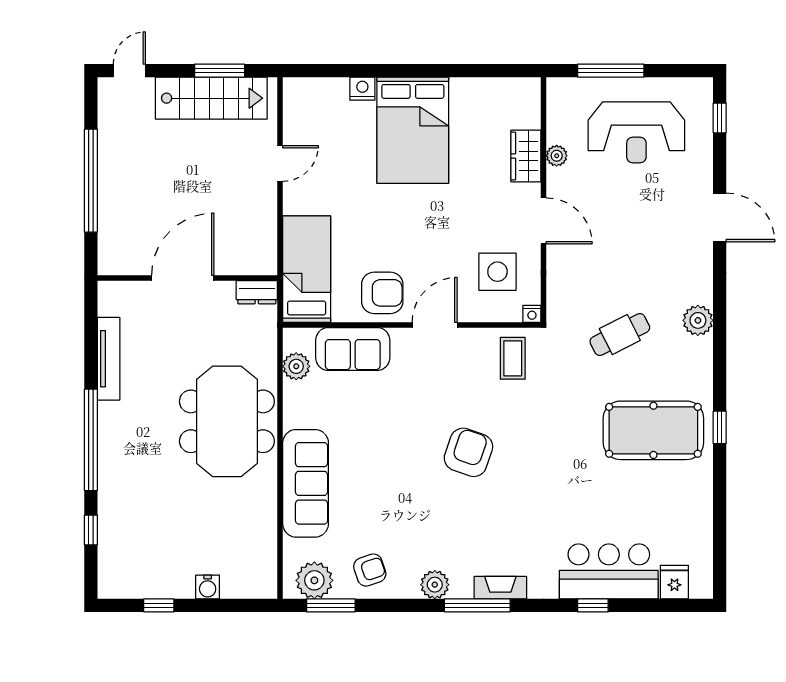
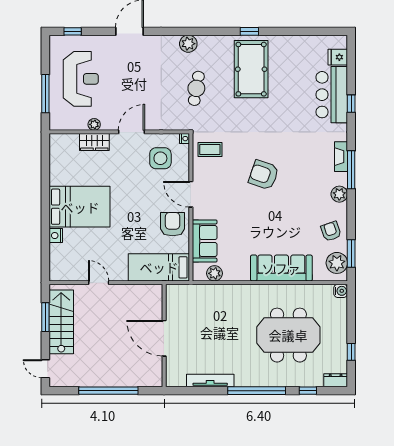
dresser: (257, 292) -> (336, 380), moved, turned -90
cafe table: (620, 335) -> (196, 88), turned 37
meeting table: (227, 421) -> (288, 335), moved
water cooler: (208, 587) -> (341, 291), moved

